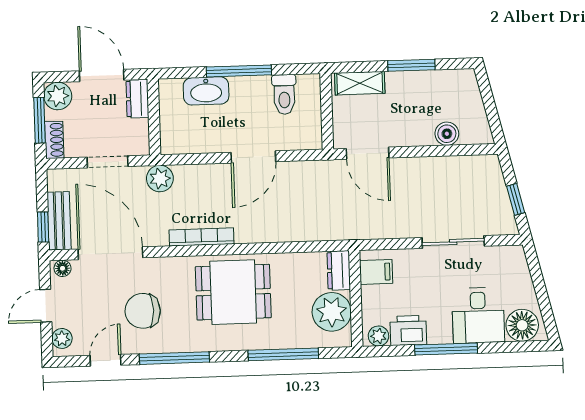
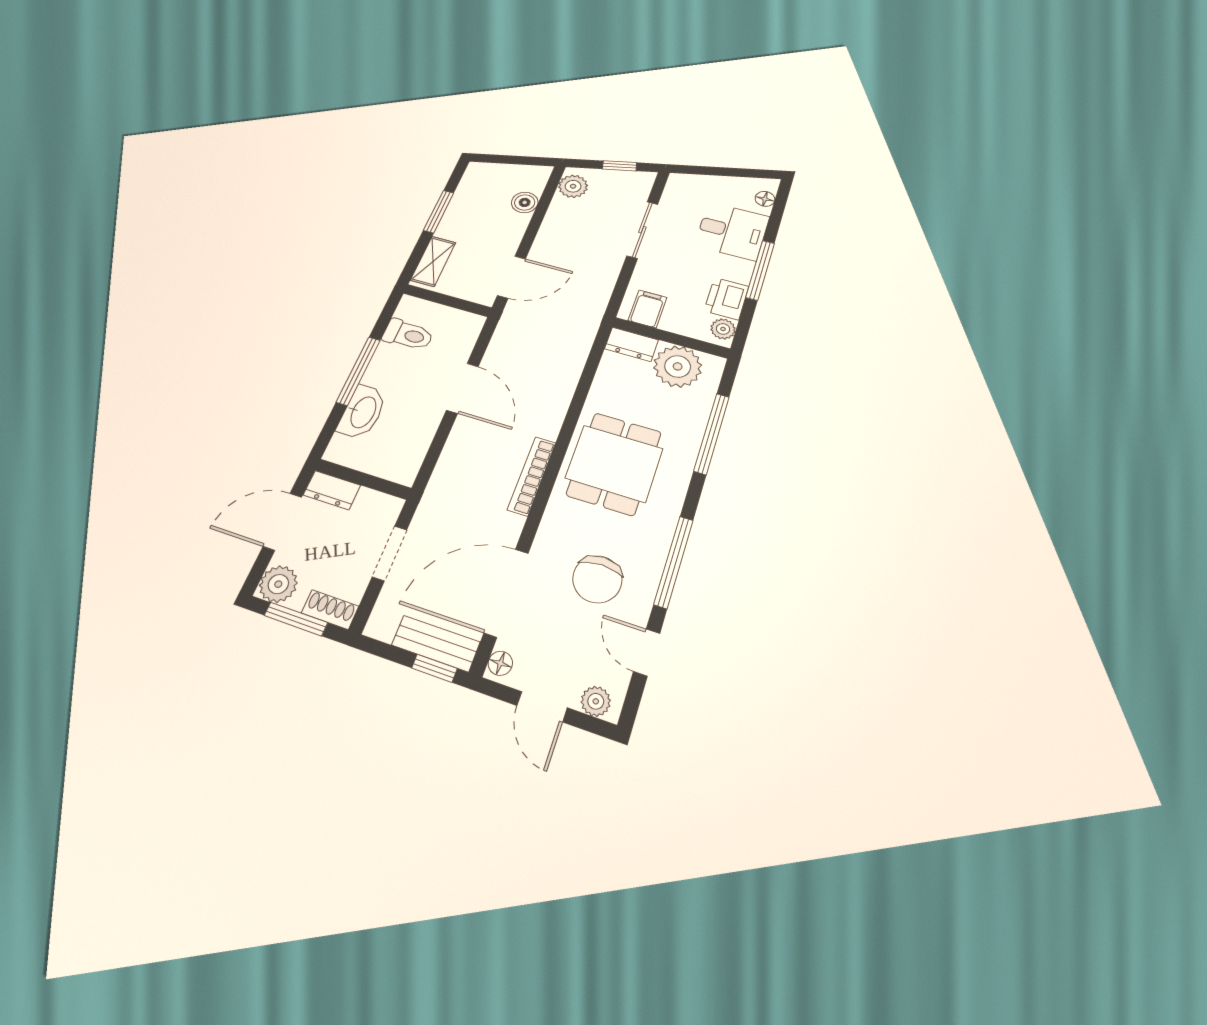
plant: (160, 179) -> (573, 186), moved
floor lamp: (522, 325) -> (765, 199), width x0.53, depth x0.53

